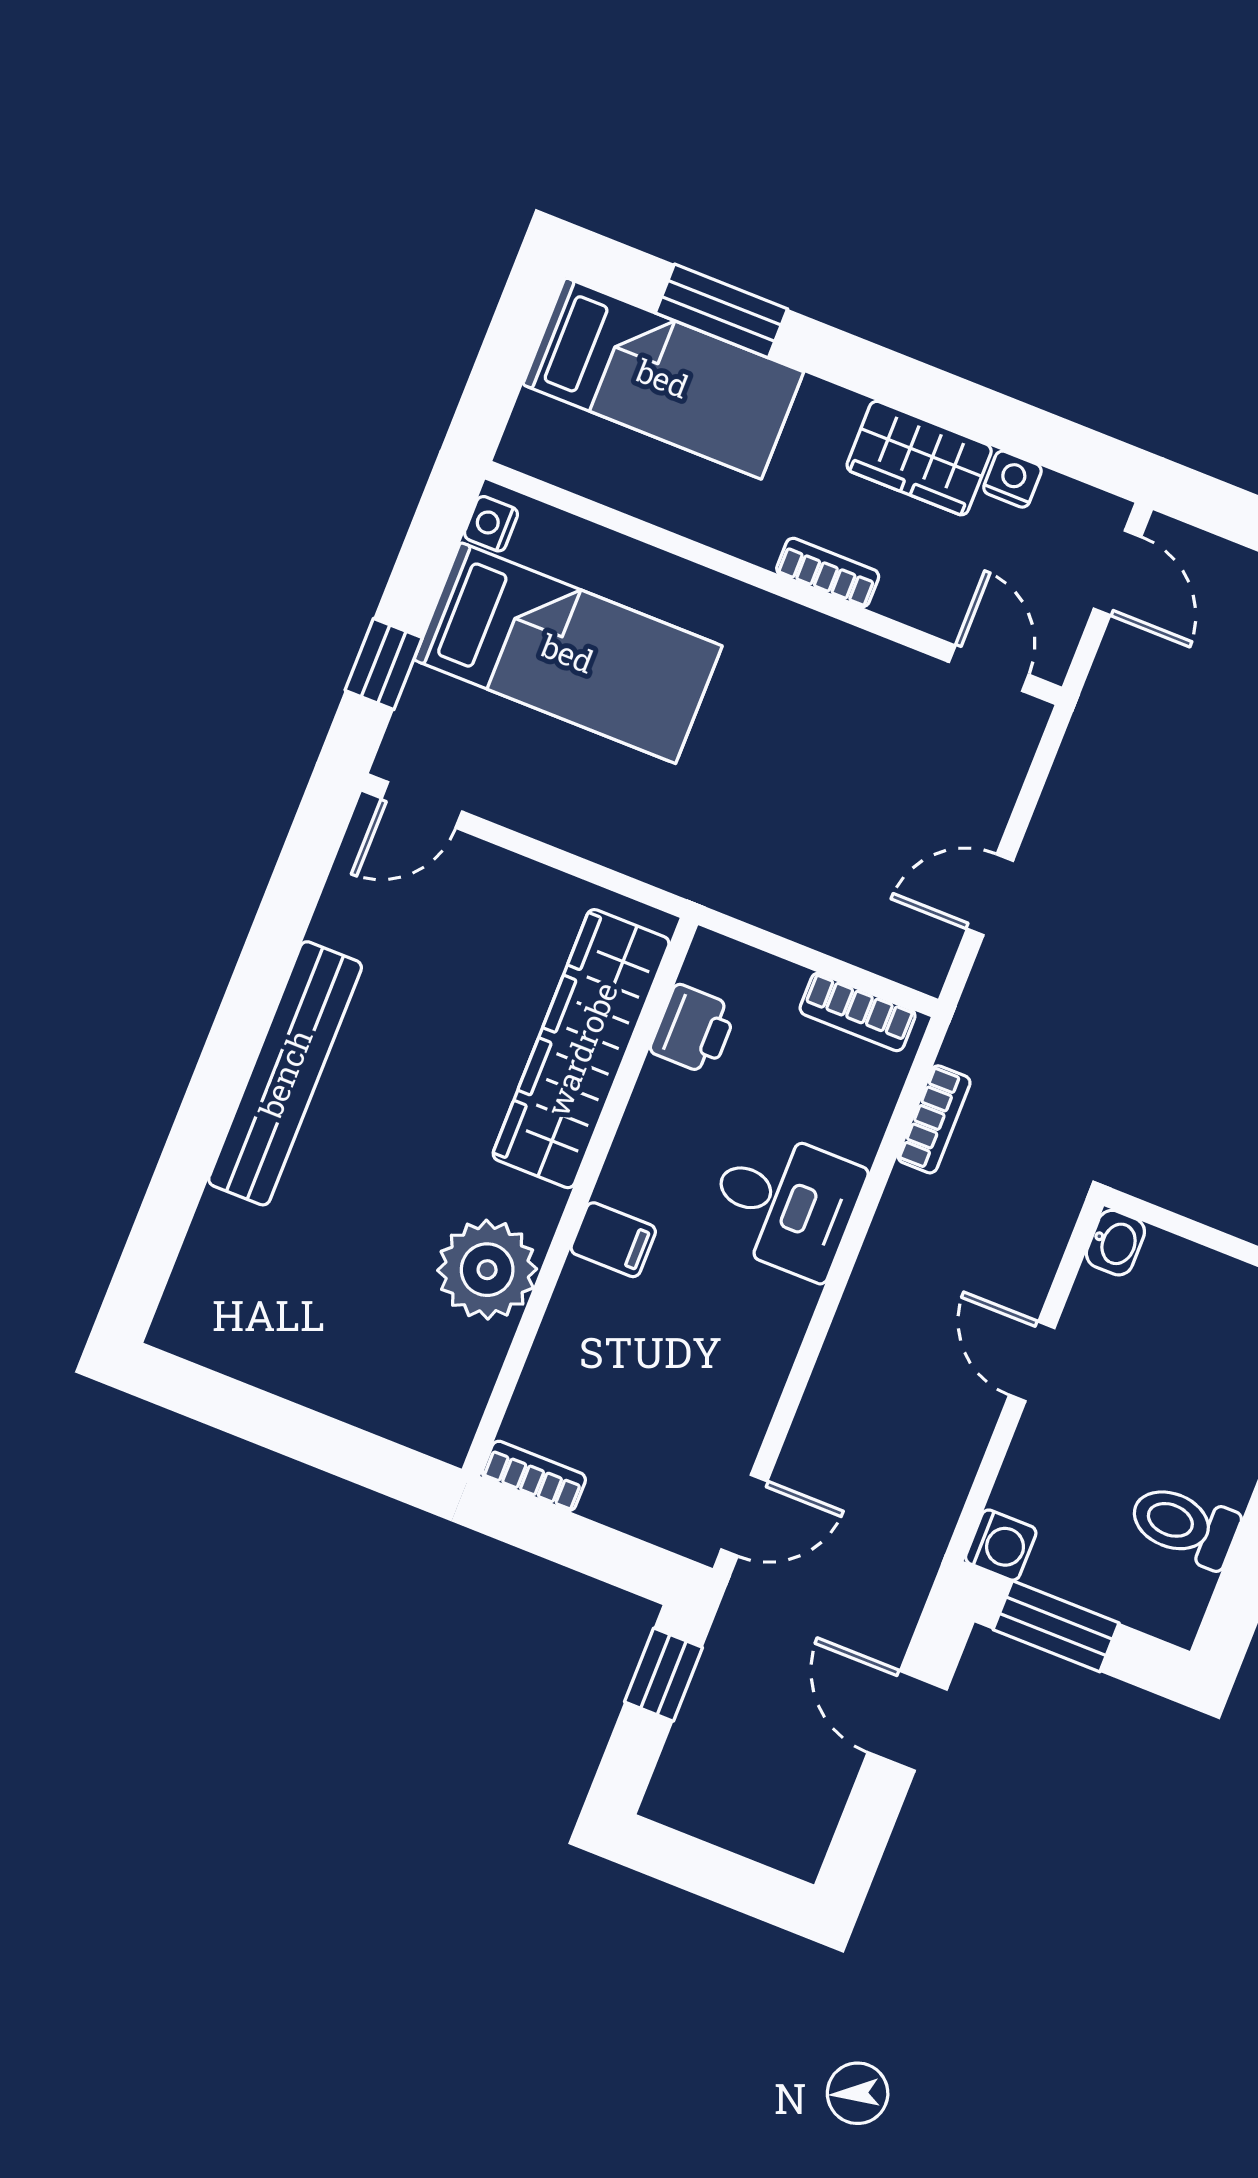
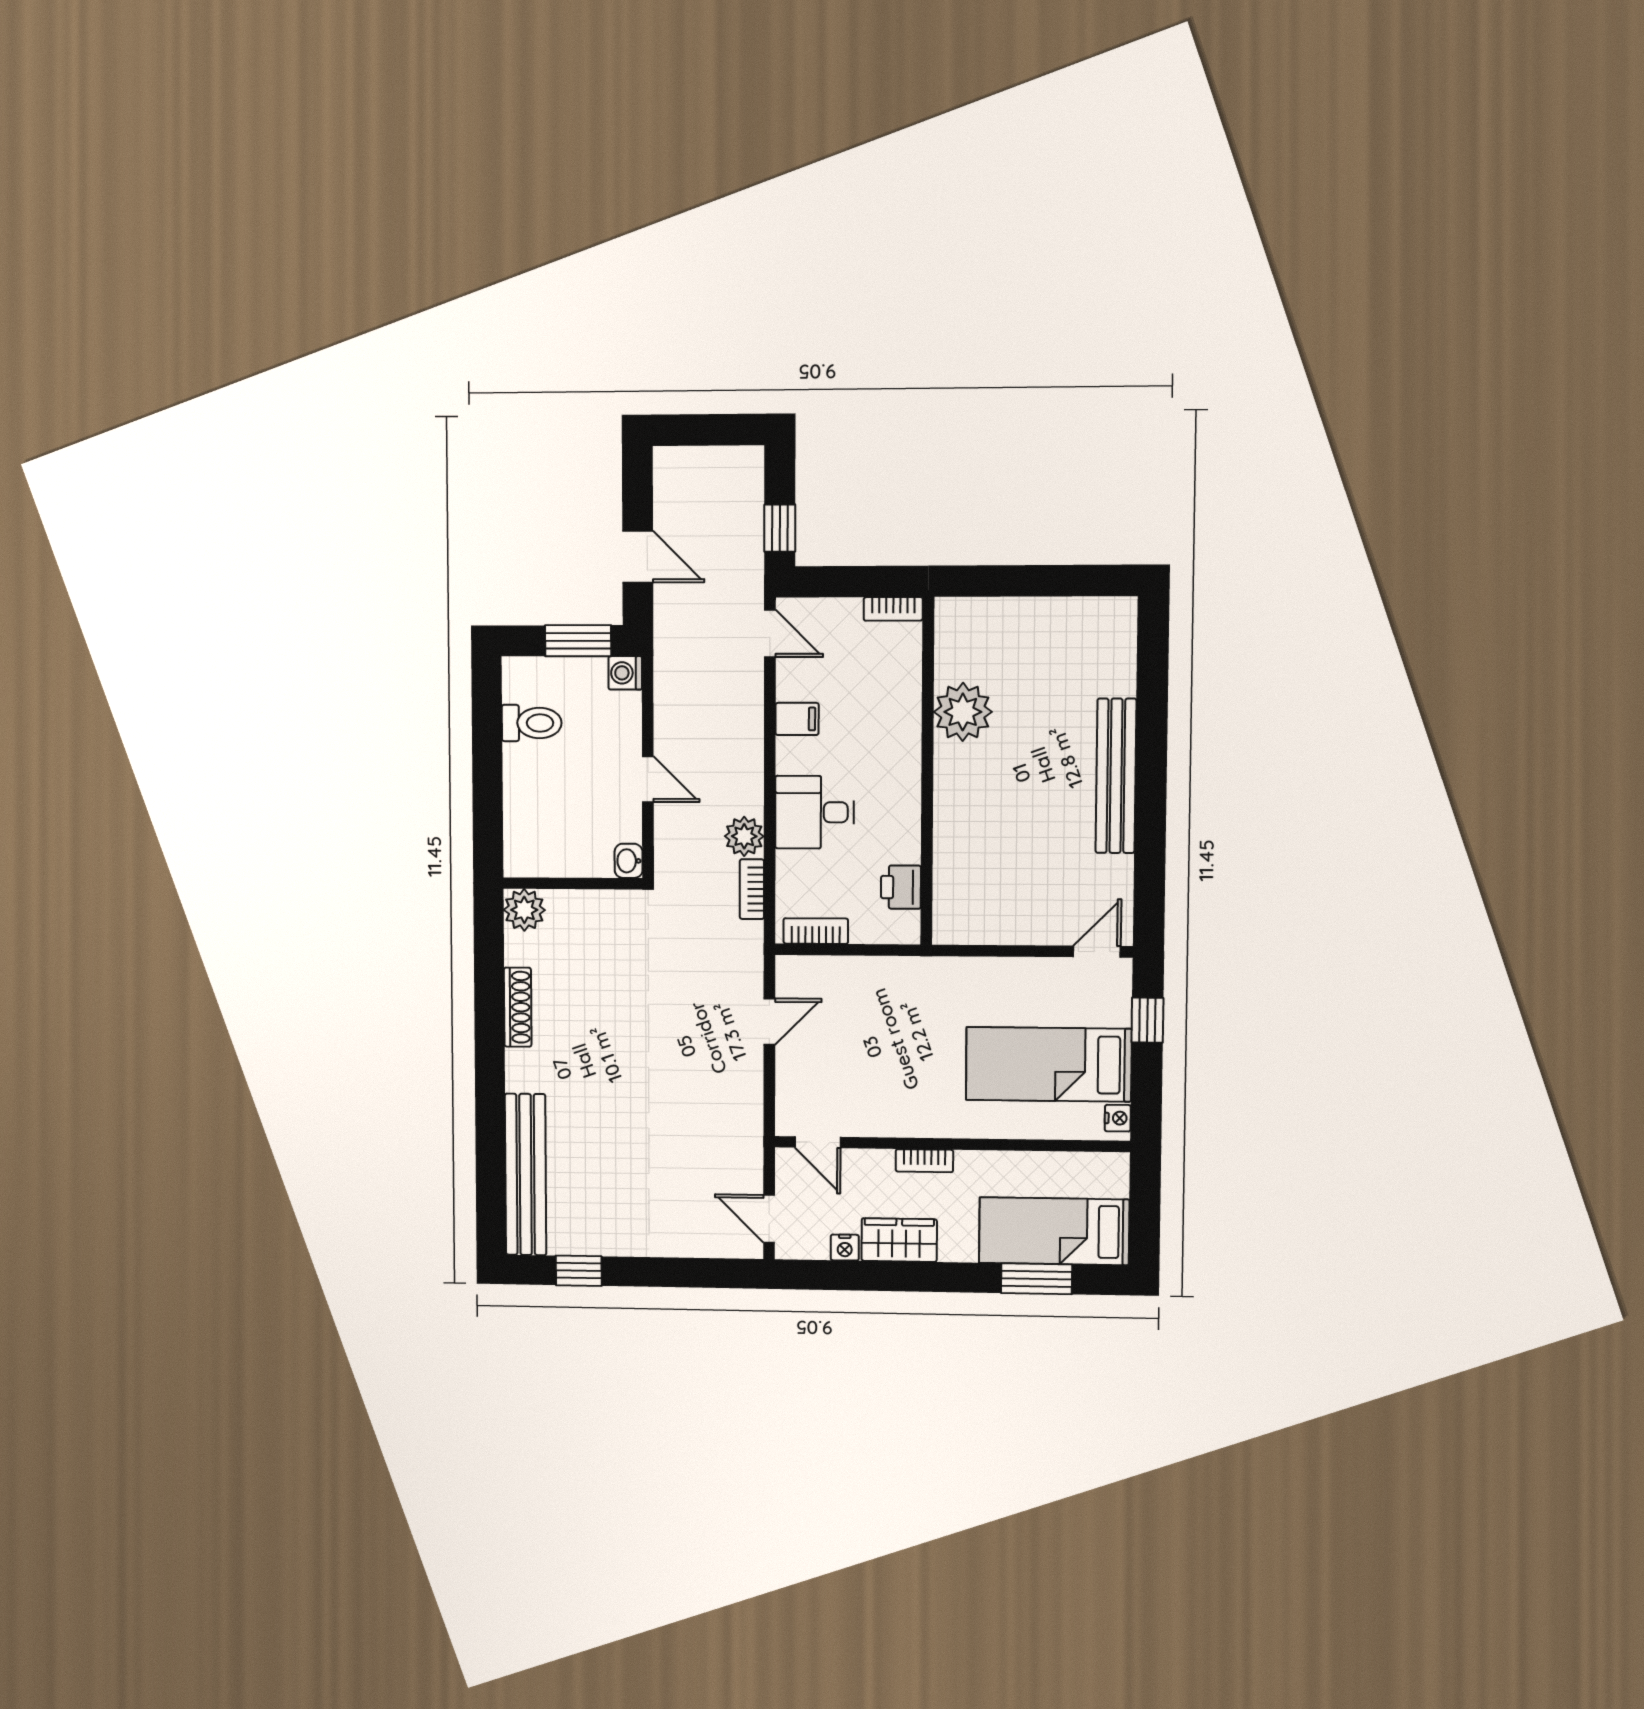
wardrobe: (581, 1049) -> (958, 853), removed
plant: (913, 1209) -> (744, 836), added
filing cabinet: (613, 1240) -> (797, 719), moved, turned 180
door: (744, 1515) -> (770, 633), swing flipped

